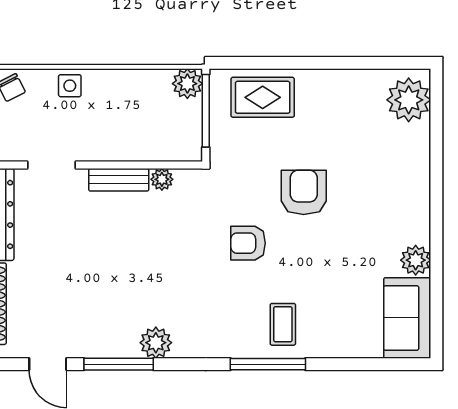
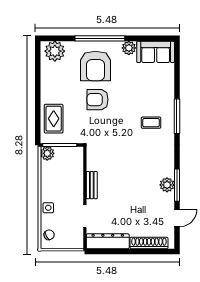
plant: (162, 179) -> (92, 165), removed
window: (436, 197) -> (100, 38), added
armchair: (248, 243) -> (95, 66), moved, width x1.88, depth x1.88
coffee table: (283, 324) -> (151, 123), moved
plant: (156, 343) -> (167, 185), moved

